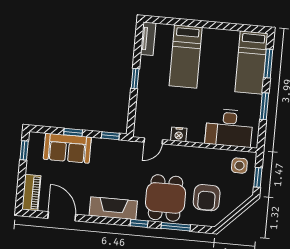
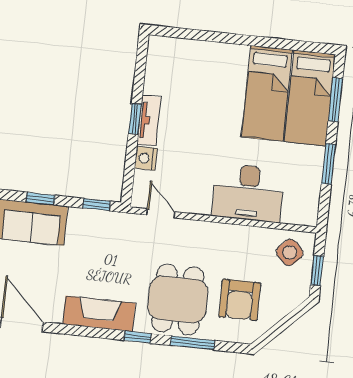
tv unit: (148, 39) -> (149, 121), moved
bed: (186, 56) -> (267, 93), moved
desk: (229, 128) -> (248, 193), moved
nightstand: (179, 134) -> (146, 158), moved, turned 90
door: (153, 141) -> (161, 213), swing flipped
side table: (239, 166) -> (290, 252), turned 45

